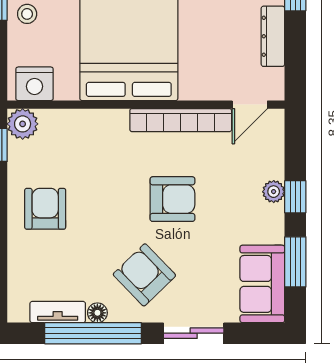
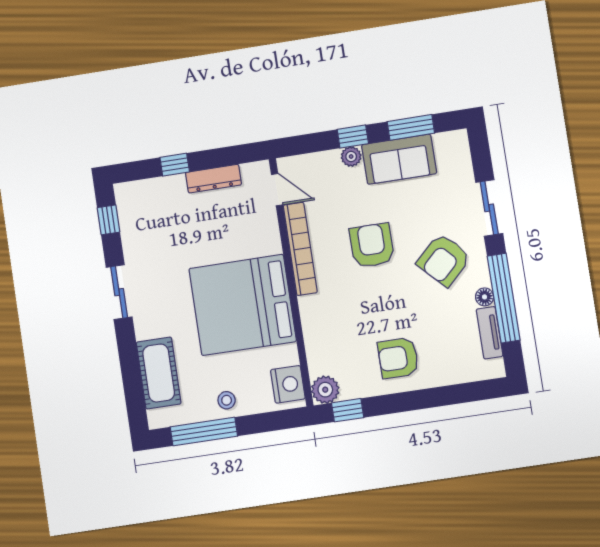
sofa: (262, 284) -> (399, 159), moved

